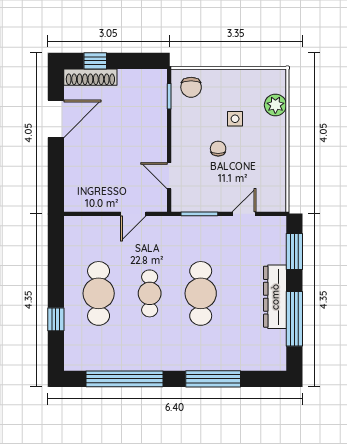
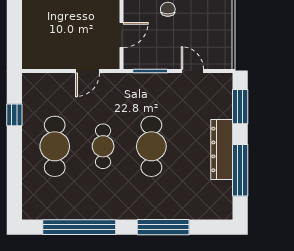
door: (169, 176) -> (122, 35), swing flipped
door: (244, 214) -> (192, 71), hinge flipped
window: (56, 319) -> (14, 115), moved

